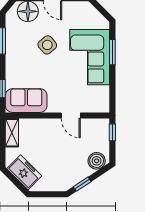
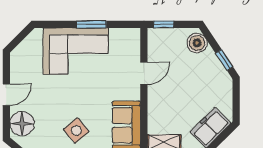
side table: (47, 45) -> (76, 131), moved
window: (112, 52) -> (91, 24), moved

